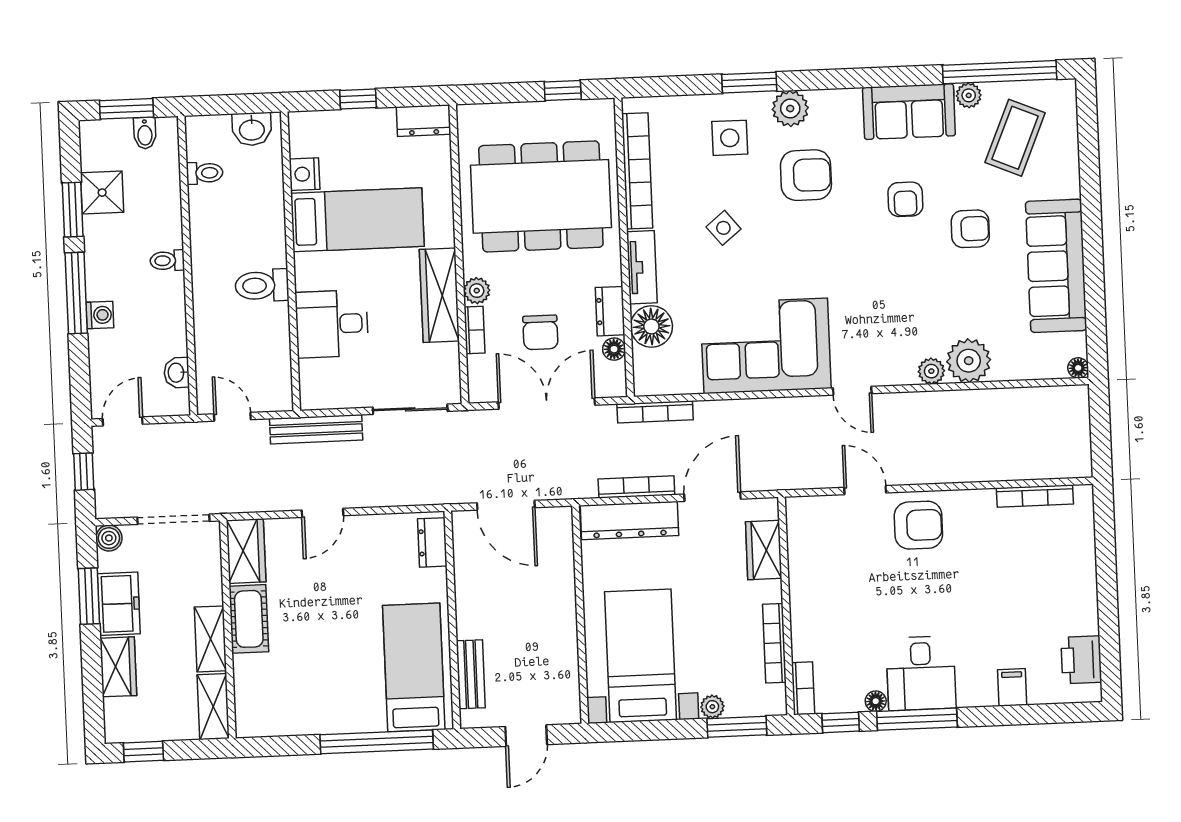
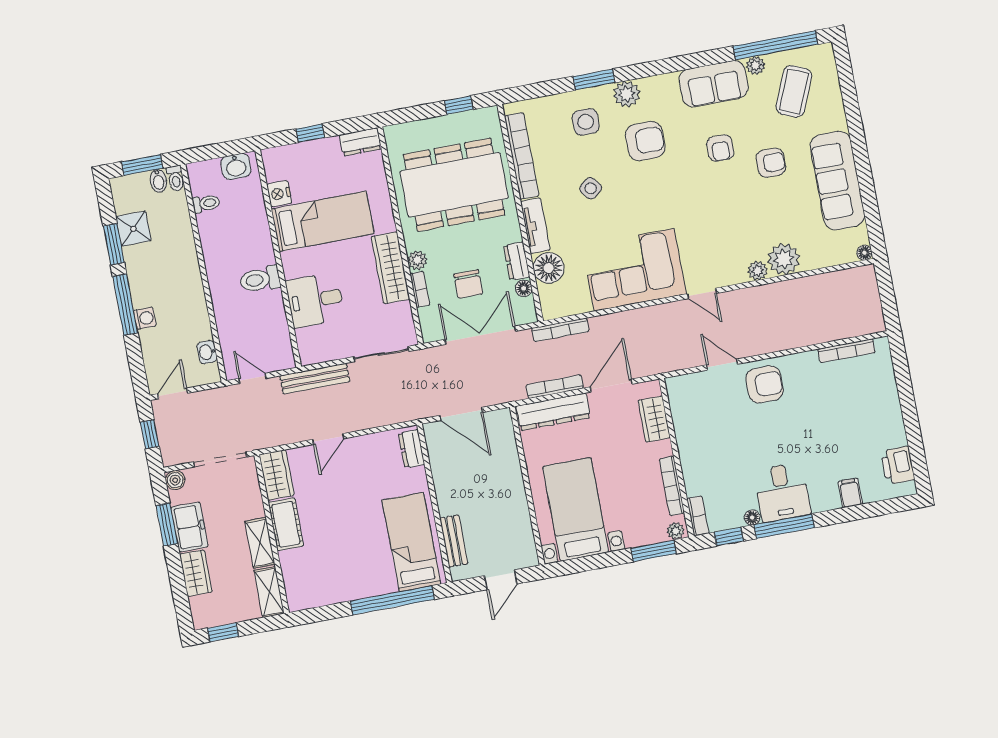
toilet: (167, 261) -> (176, 178), moved, turned -90
plant: (712, 707) -> (676, 531), moved

